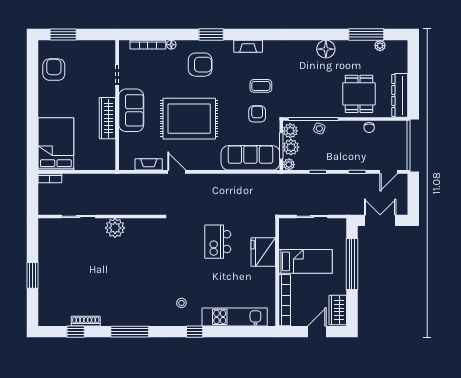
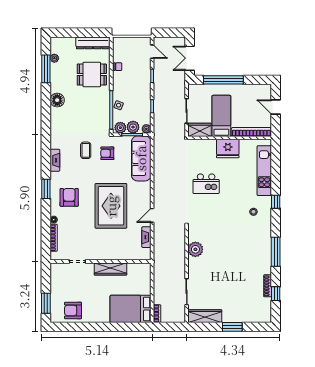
sofa: (131, 110) -> (105, 251), removed
plant: (115, 228) -> (195, 249), moved
wardrobe: (47, 240) -> (205, 316), added
fridge: (263, 252) -> (228, 148), moved
wardrobe: (338, 310) -> (200, 130), moved, turned 180

